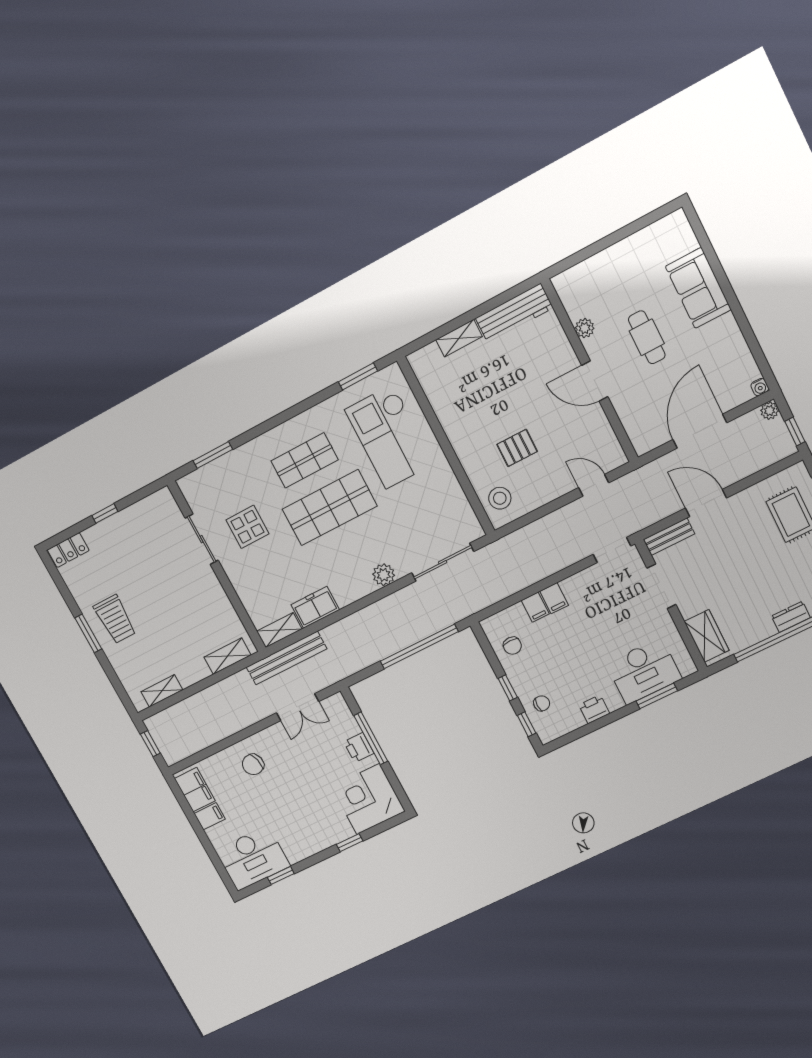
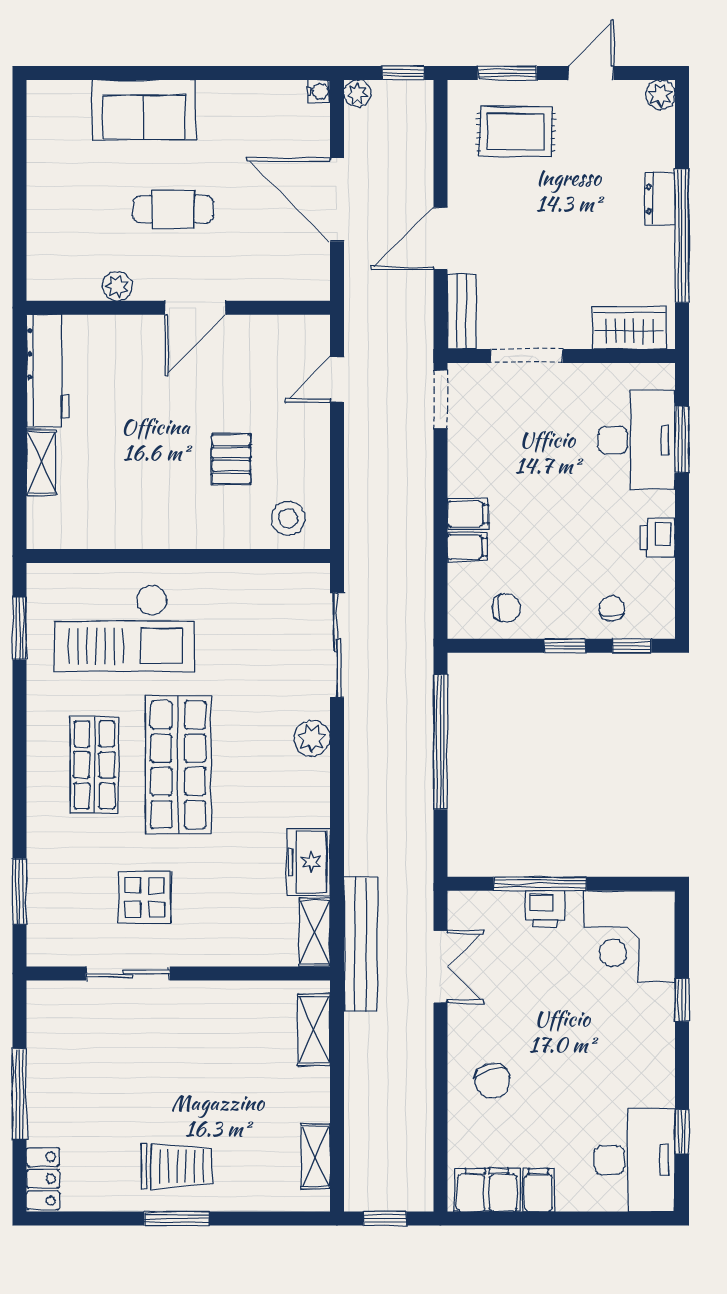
window: (105, 513) -> (20, 1094), width x2.17

